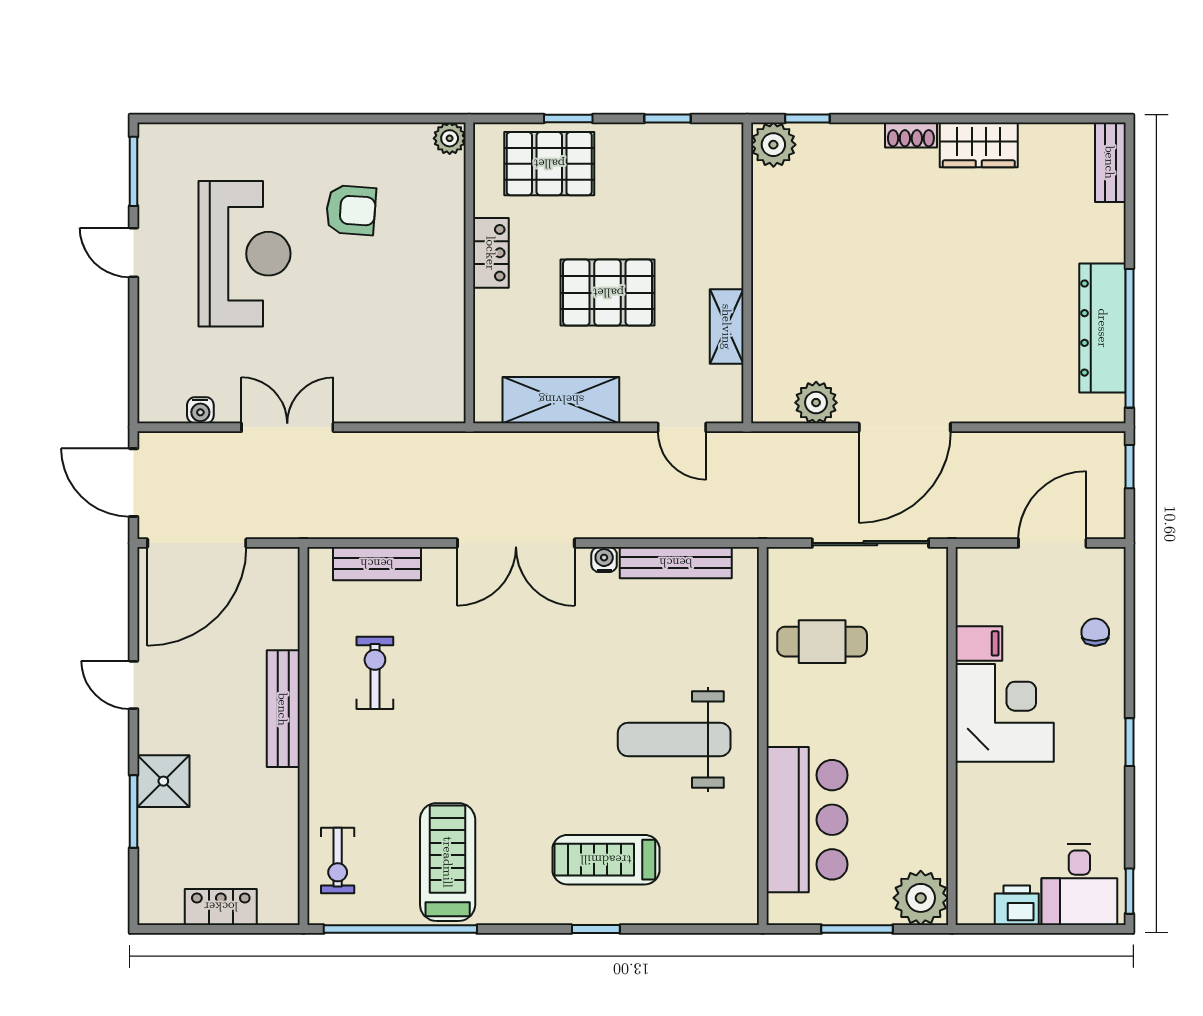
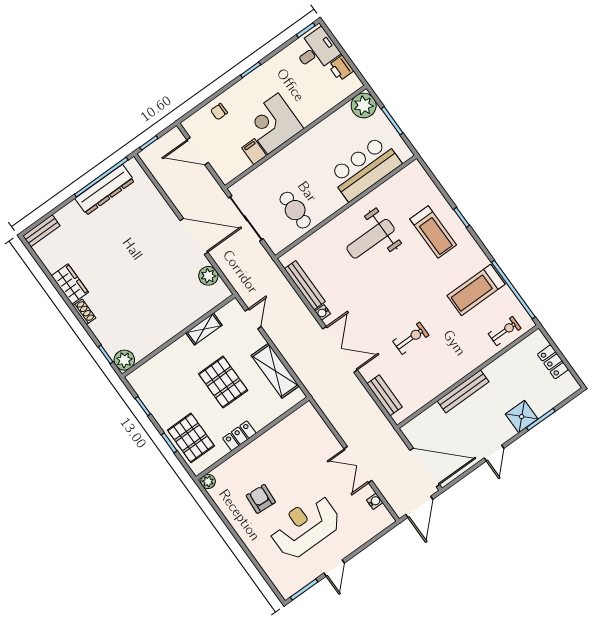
exercise bike: (375, 673) -> (411, 338), moved, turned 180
weight bench: (674, 740) -> (371, 239), turned 90

